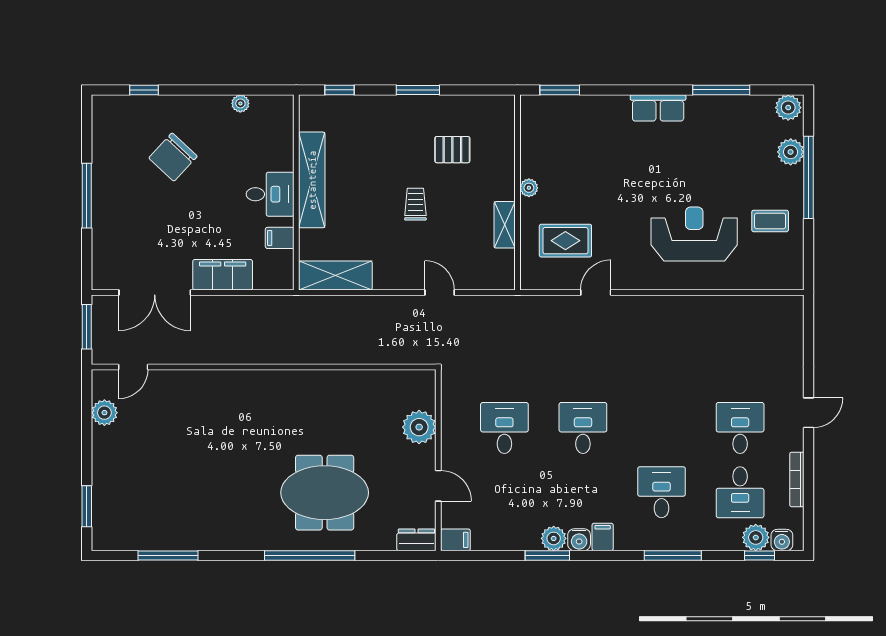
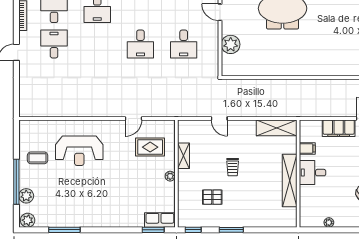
window: (339, 90) -> (193, 230), moved
row of seats: (658, 108) -> (160, 220), moved
desk: (740, 428) -> (54, 44), turned 180

